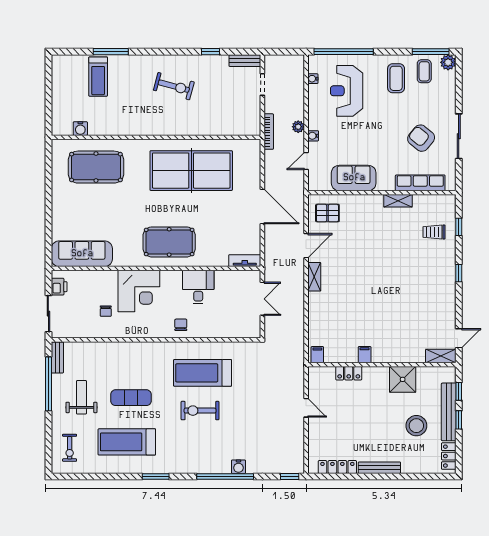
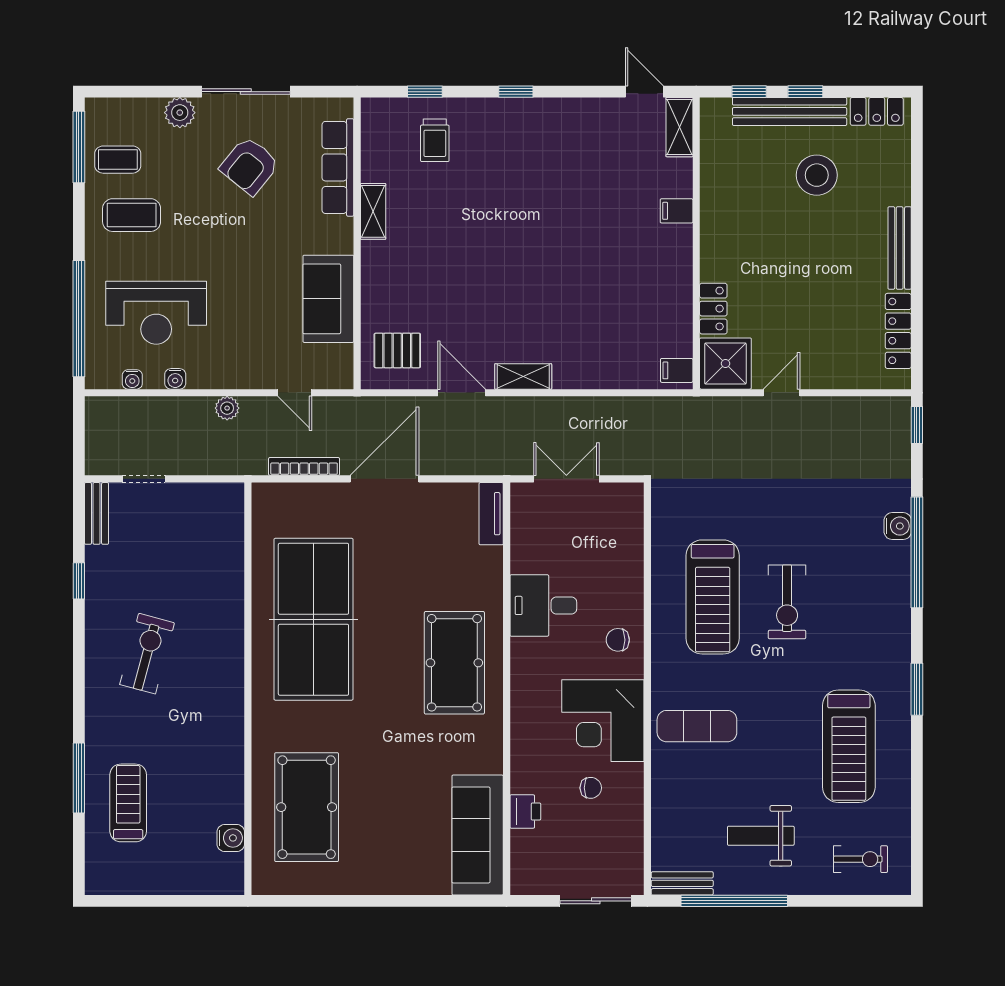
plant: (448, 62) -> (180, 113), moved
treadmill: (98, 77) -> (128, 803), turned -90
bookcase: (269, 132) -> (304, 466), moved
water cooler: (313, 136) -> (175, 379), moved
pallet: (327, 213) -> (397, 350), turned 90
printer: (59, 287) -> (525, 812), moved, turned 90
corner desk: (139, 291) -> (603, 721), moved, turned 180
filing cabinet: (365, 355) -> (677, 211), moved
shower: (403, 379) -> (725, 364), moved
exercise mat: (131, 398) -> (697, 726), moved, turned 90

